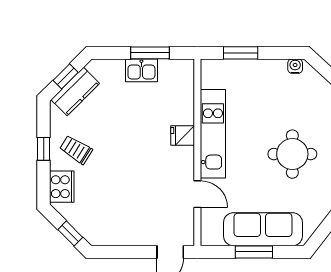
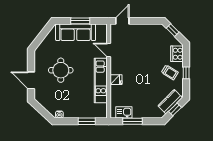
kitchen sink: (141, 70) -> (124, 112), moved

